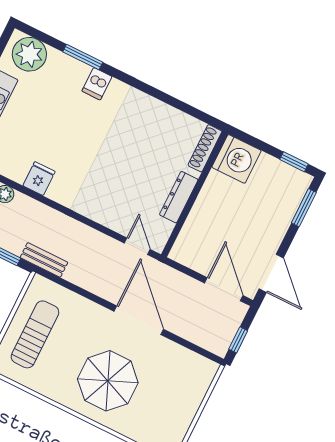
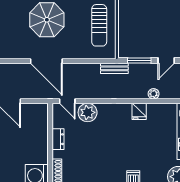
dresser: (179, 197) -> (58, 139), width x0.70
plant: (116, 215) -> (88, 112), added

